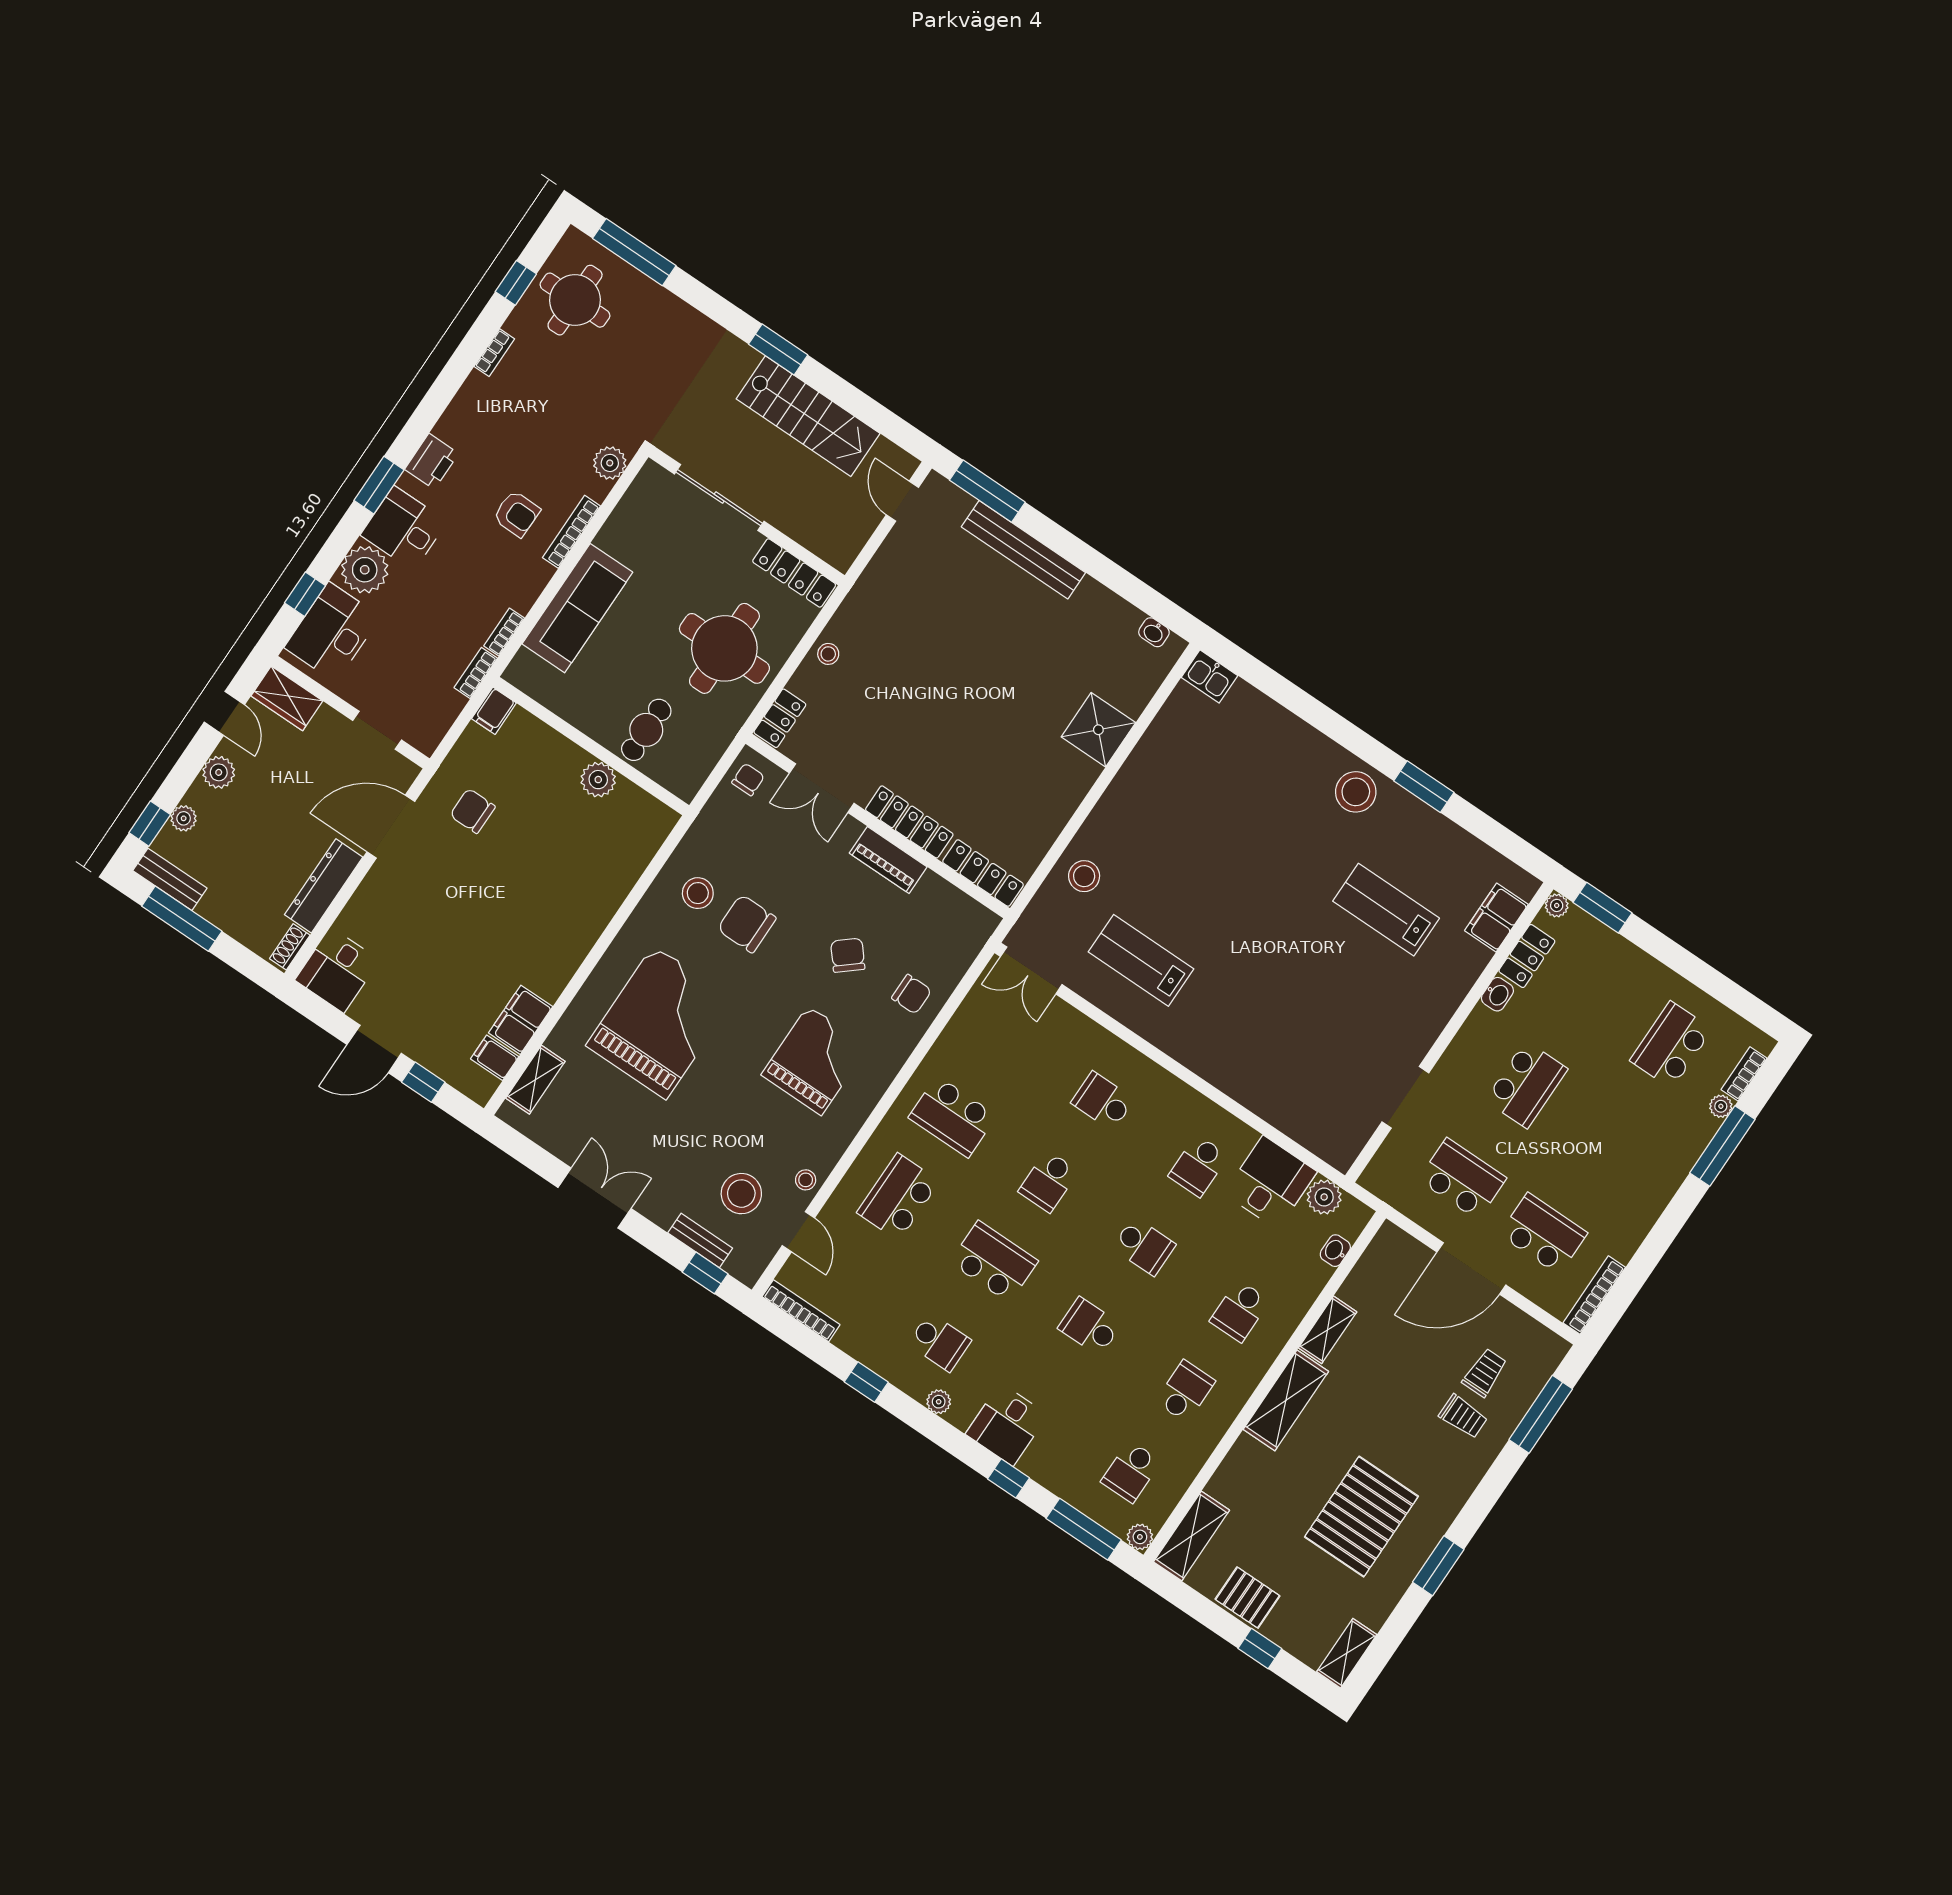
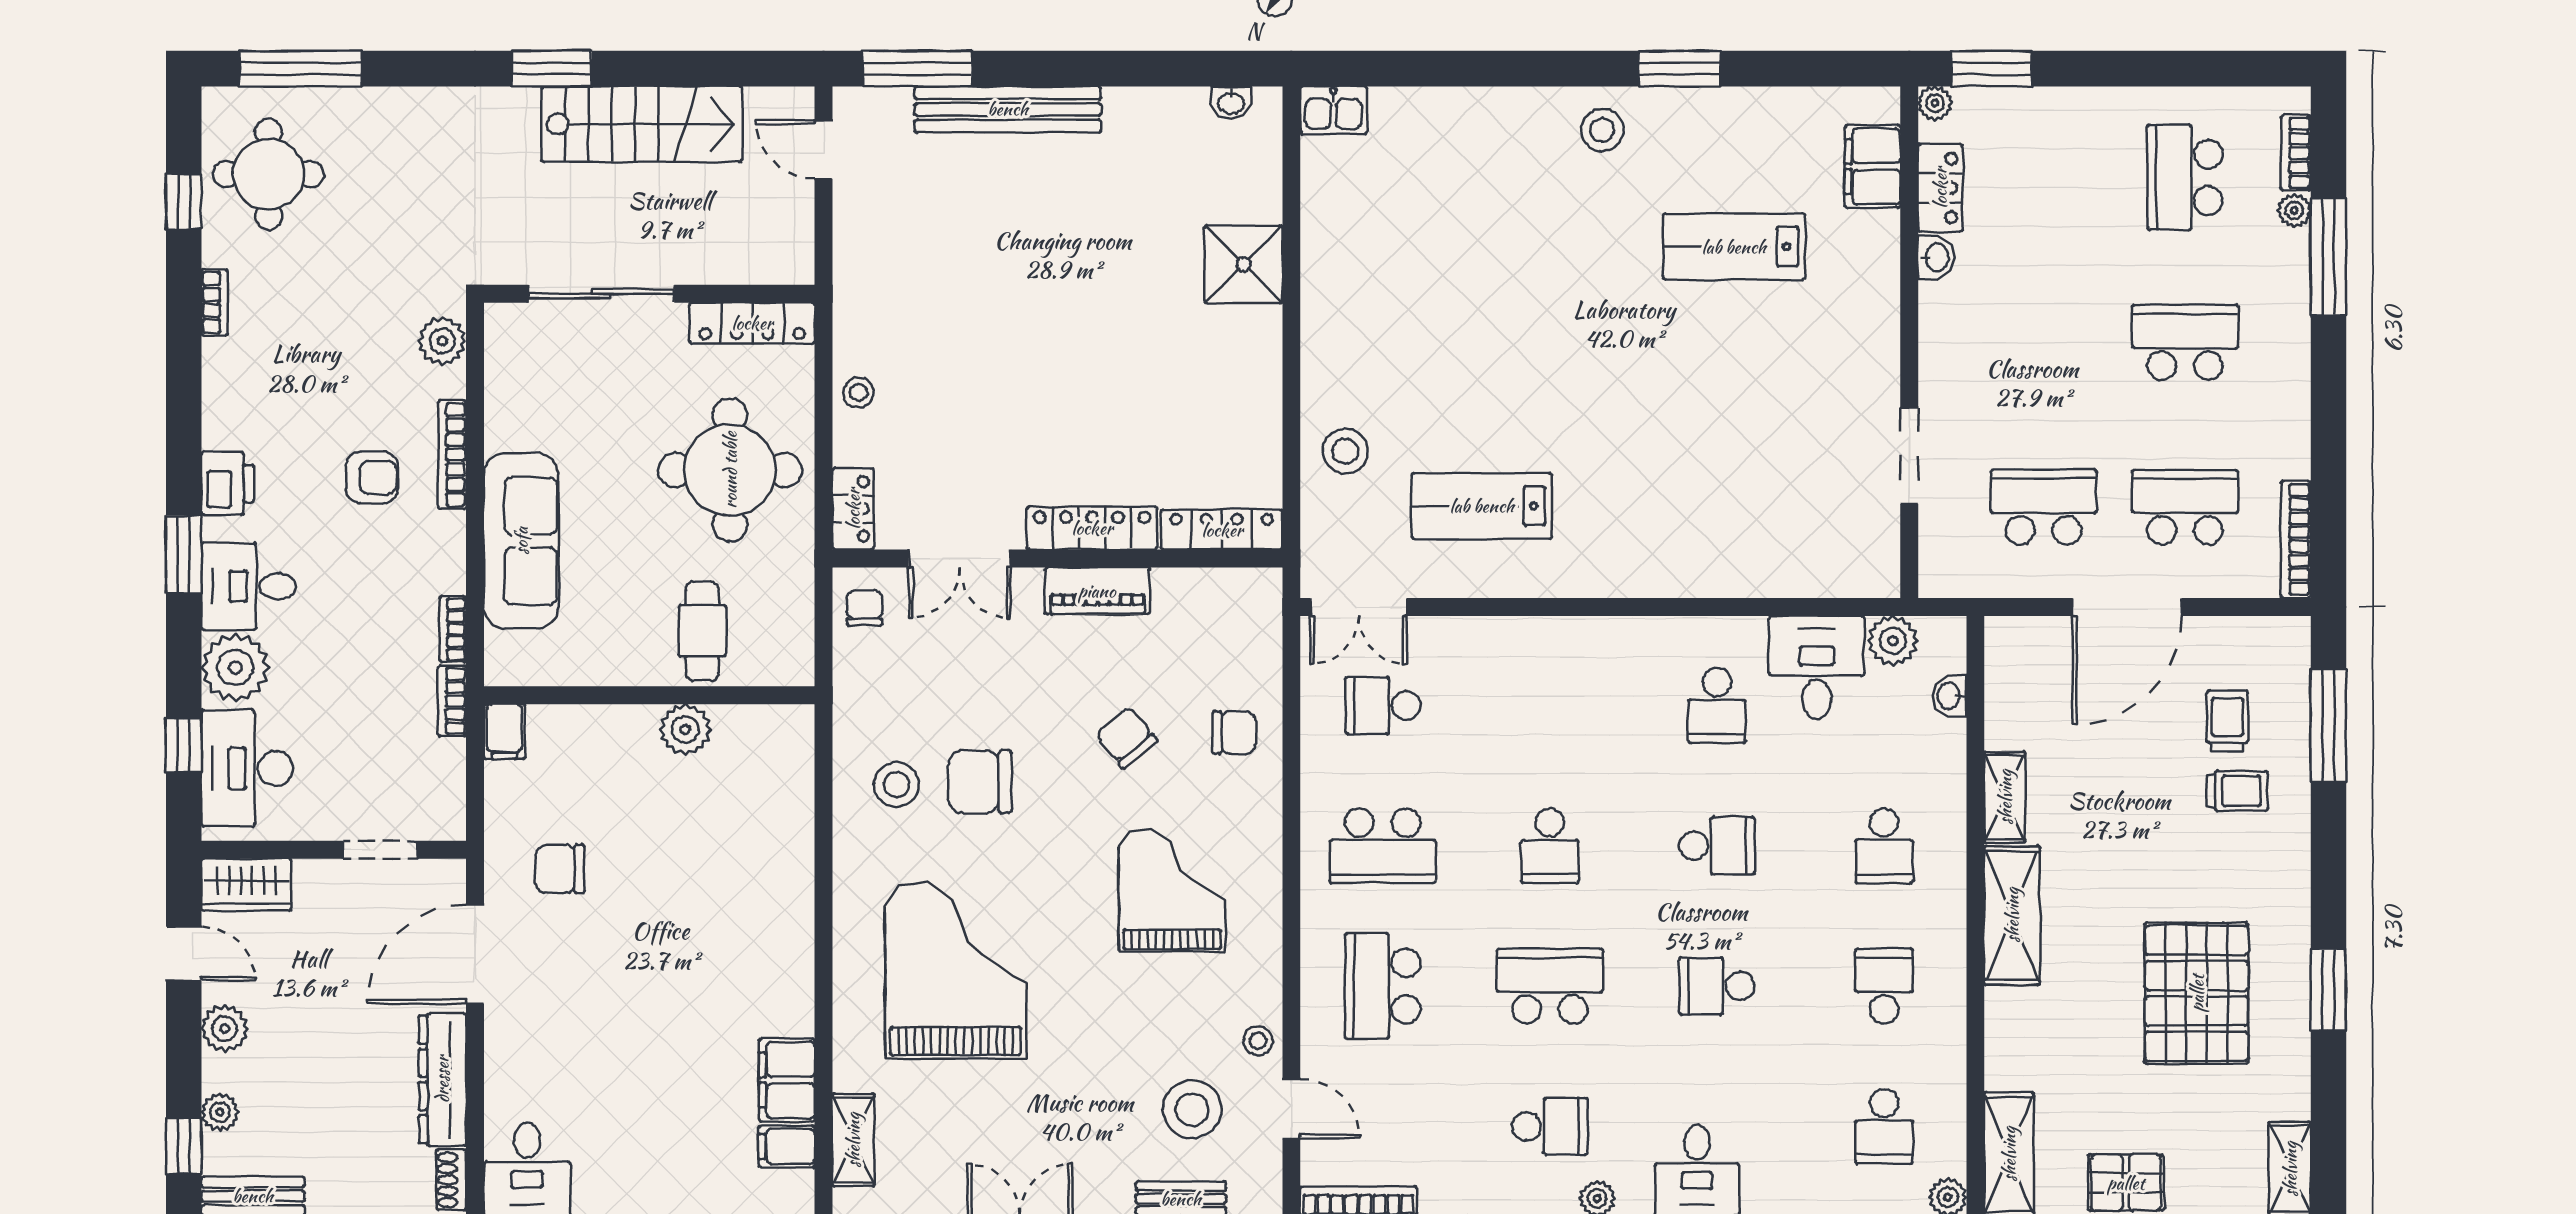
stool: (1356, 792) -> (1602, 130), width x0.73, depth x0.73
school desk: (1526, 1085) -> (2185, 342), moved, turned -90
school desk: (1103, 1101) -> (1383, 706), moved

